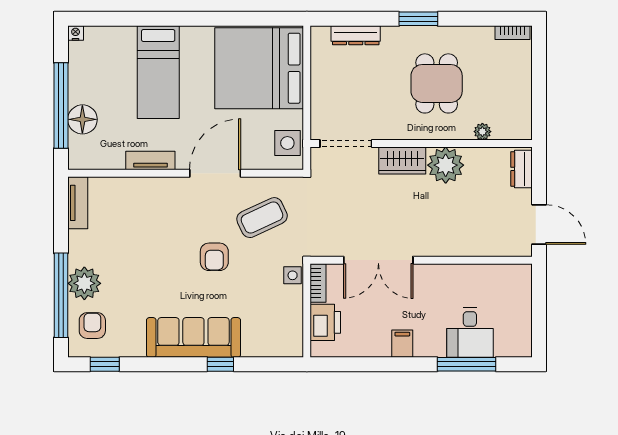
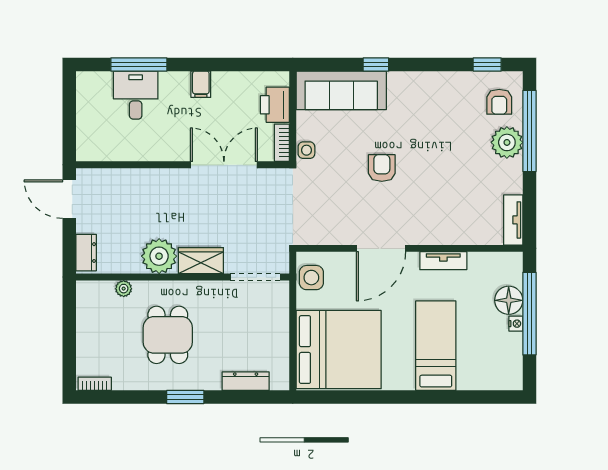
nightstand: (76, 33) -> (516, 324), moved, turned -90
coffee table: (262, 218) -> (336, 206), removed
sofa: (193, 337) -> (341, 90), moved

